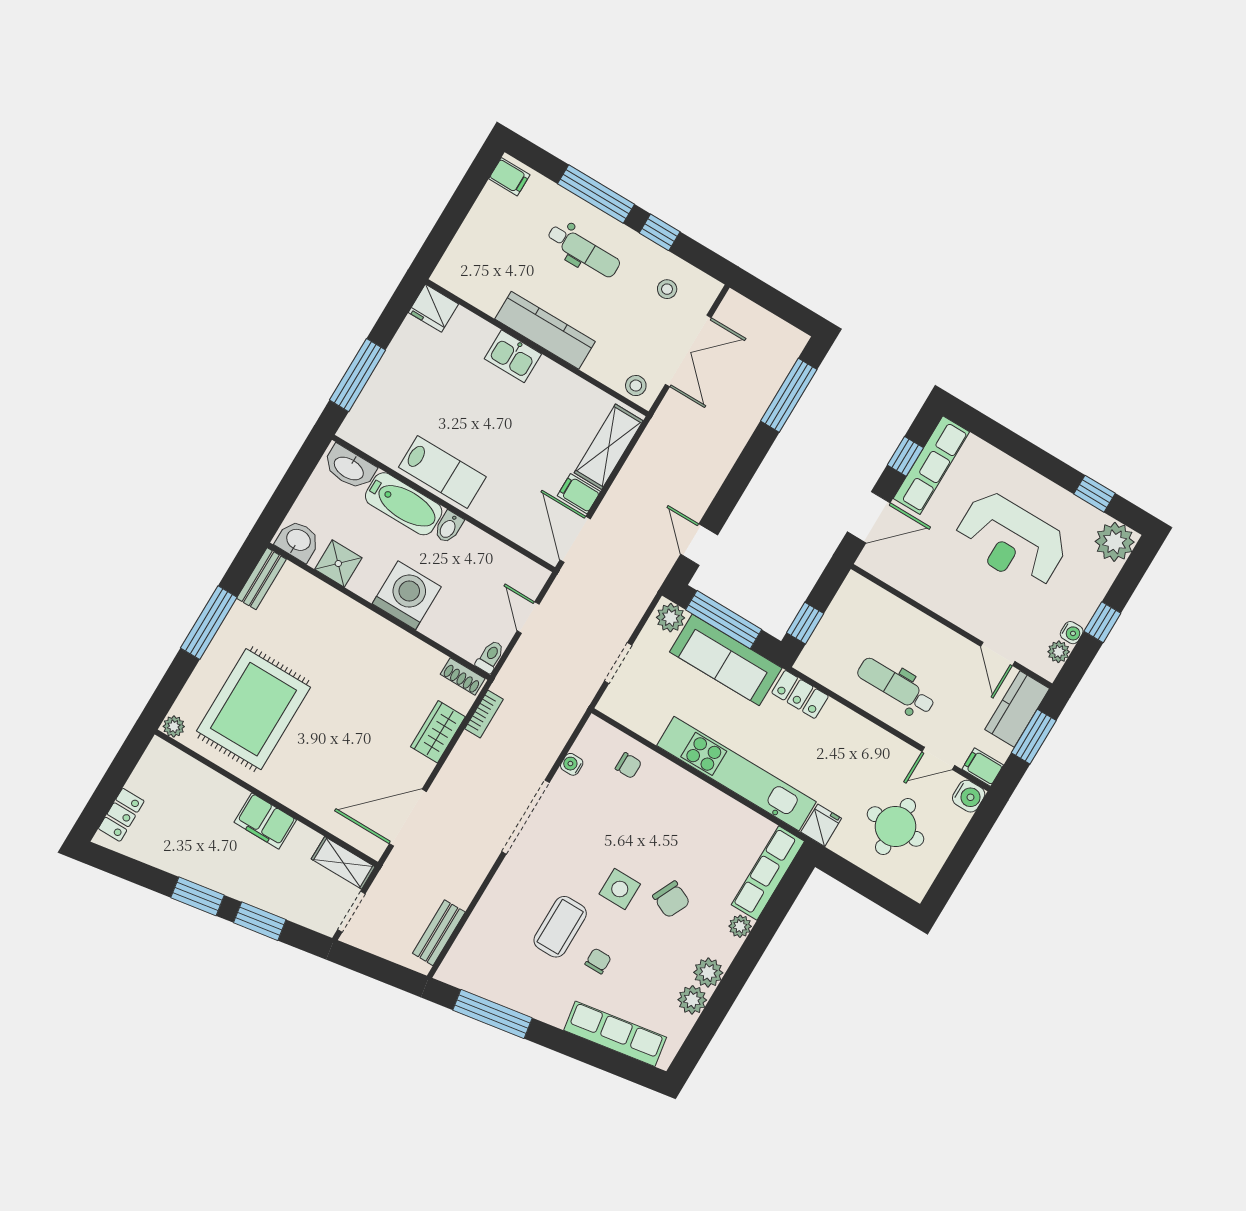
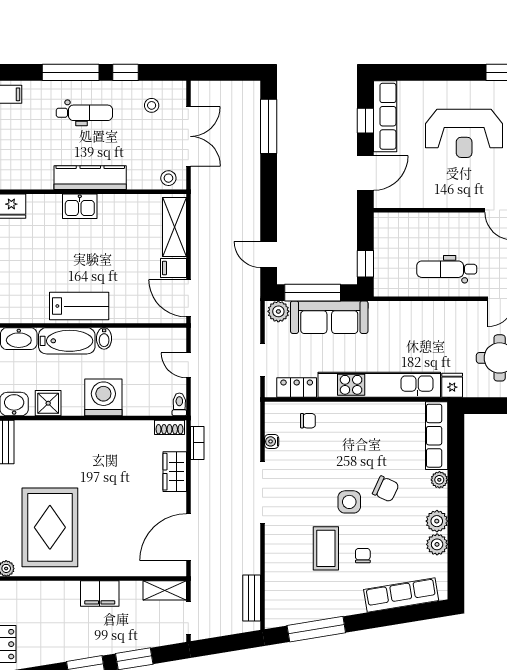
locker: (800, 694) -> (297, 387), moved, turned 180

